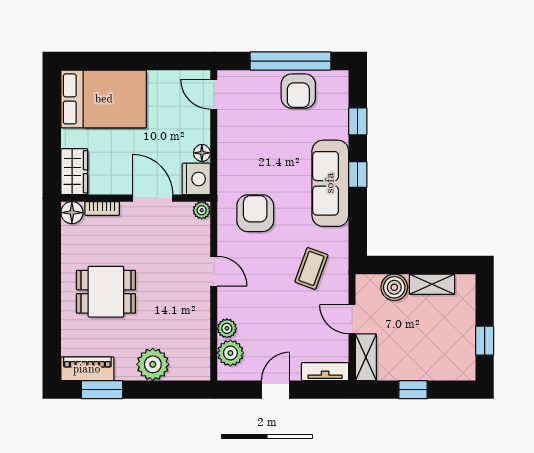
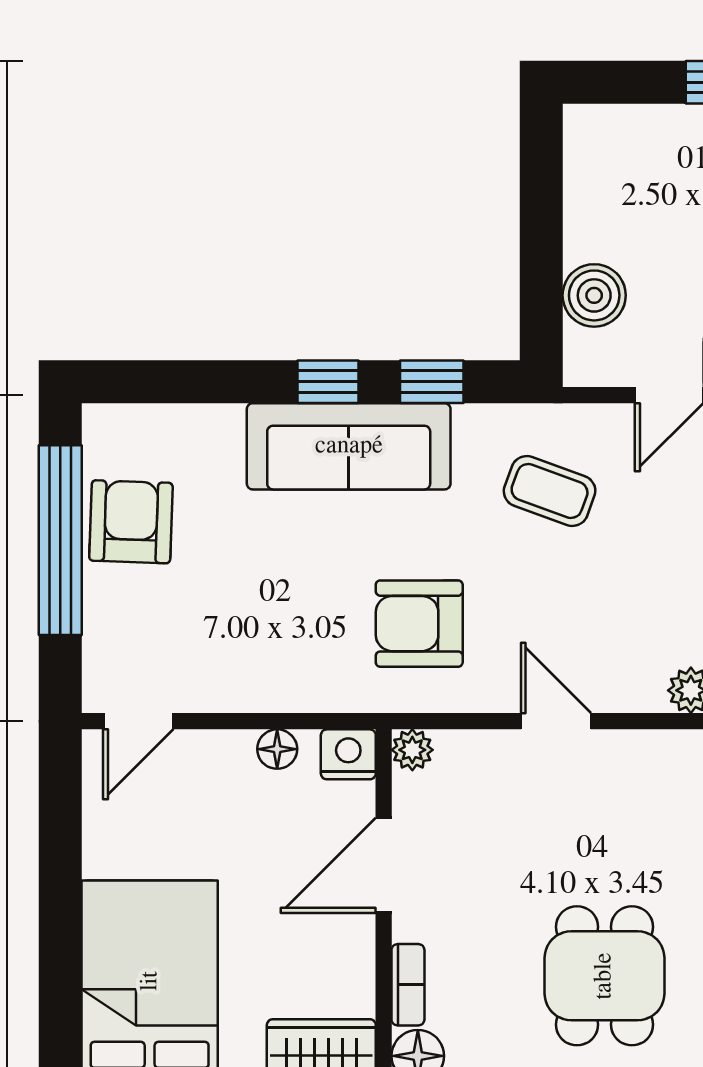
armchair: (298, 91) -> (131, 522), turned -88
window: (358, 121) -> (432, 382), moved
nightstand: (196, 179) -> (348, 754), width x0.74, depth x0.75
door: (214, 271) -> (556, 721), hinge flipped
shelving: (432, 284) -> (587, 206), removed

